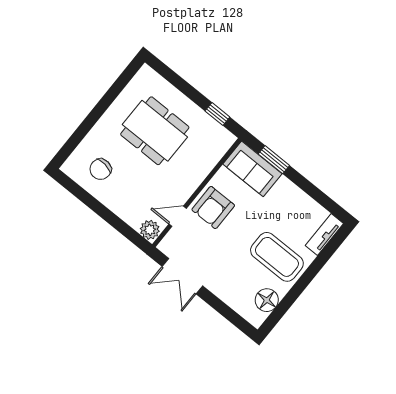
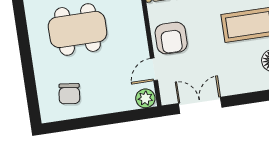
double door: (182, 276) -> (200, 105), swing flipped

